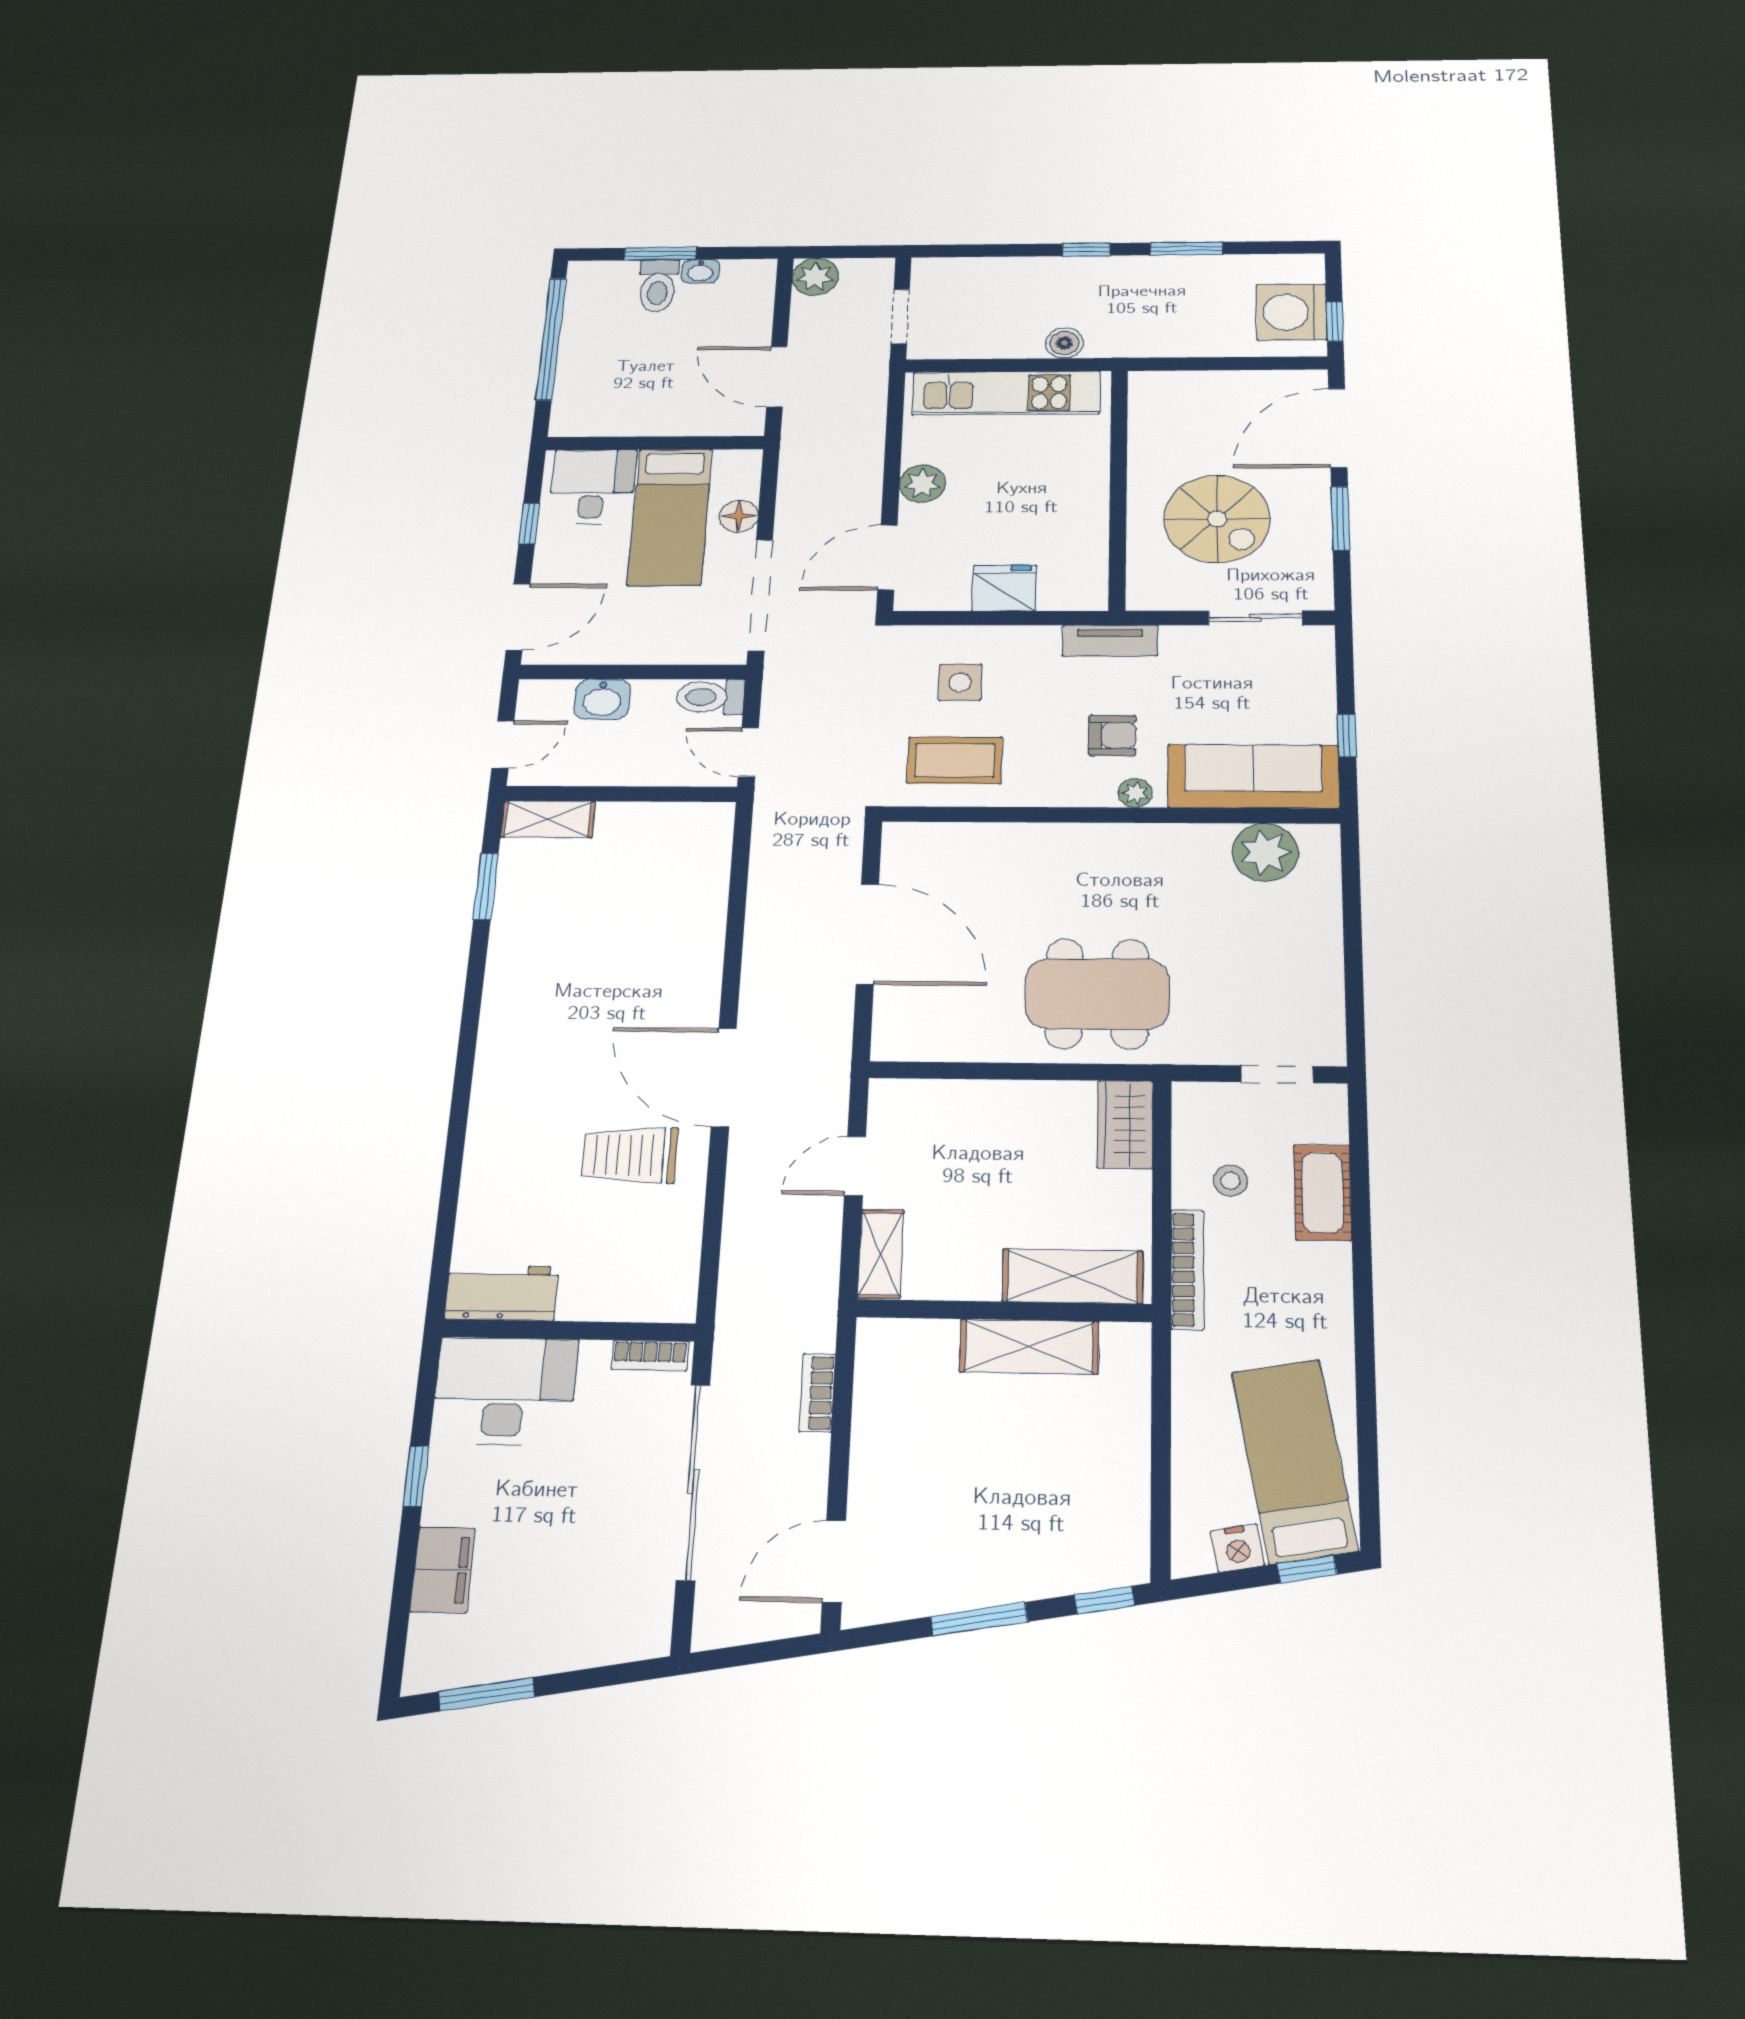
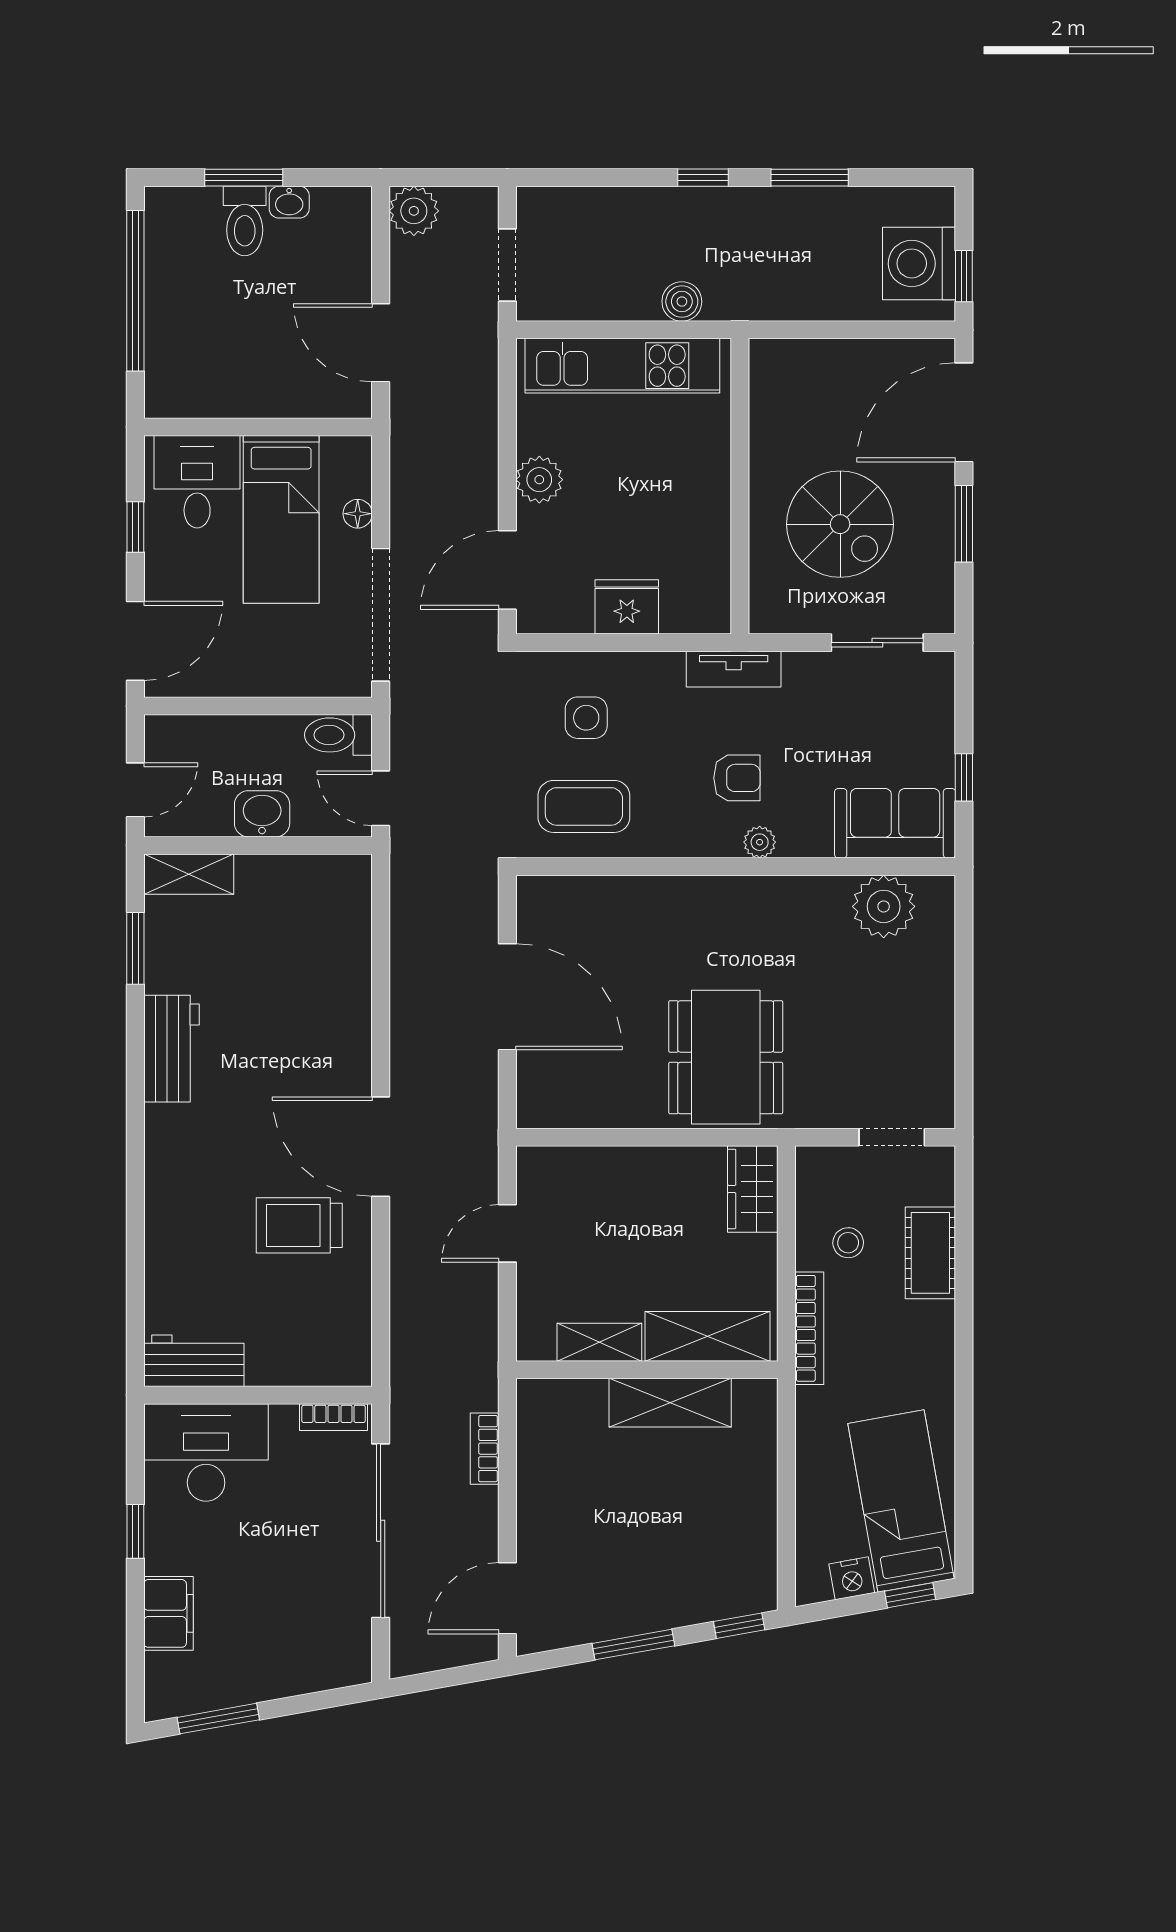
floor lamp: (739, 516) -> (358, 514), width x0.73, depth x0.73
washbasin: (602, 699) -> (262, 814), moved, turned 180
sofa: (1253, 776) -> (895, 823), width x0.73
workbench: (512, 980) -> (171, 1049), added
dining table: (1097, 994) -> (726, 1057), turned 90
shelving: (881, 1254) -> (599, 1342), moved, turned 90

